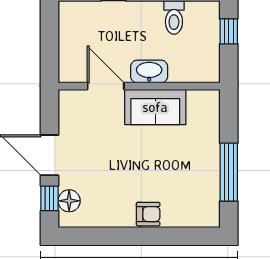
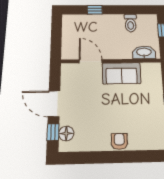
washbasin: (149, 71) -> (144, 52), moved
armchair: (148, 214) -> (119, 141), turned -90

